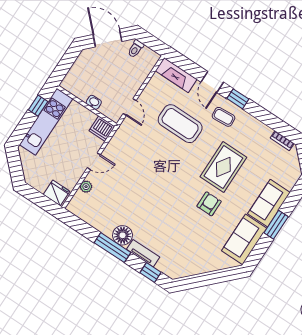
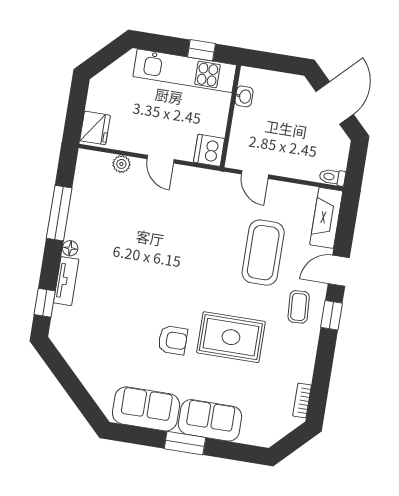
toilet: (136, 49) -> (332, 177), moved
washbasin: (94, 102) -> (244, 96), moved
door: (130, 107) -> (255, 174), hinge flipped
floor lamp: (123, 235) -> (70, 248), width x0.53, depth x0.53
window: (112, 248) -> (59, 213), moved

